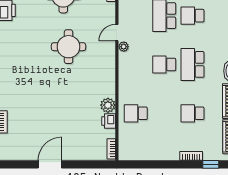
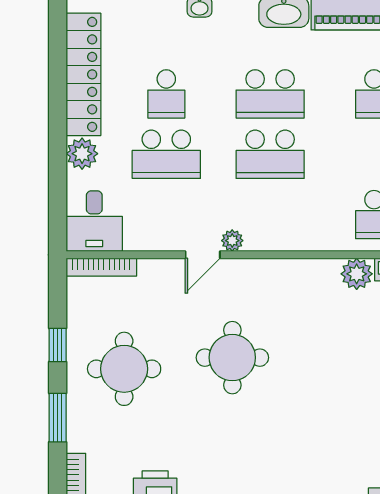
door: (117, 33) -> (203, 255), hinge flipped
school desk: (164, 64) -> (270, 154), width x1.85

